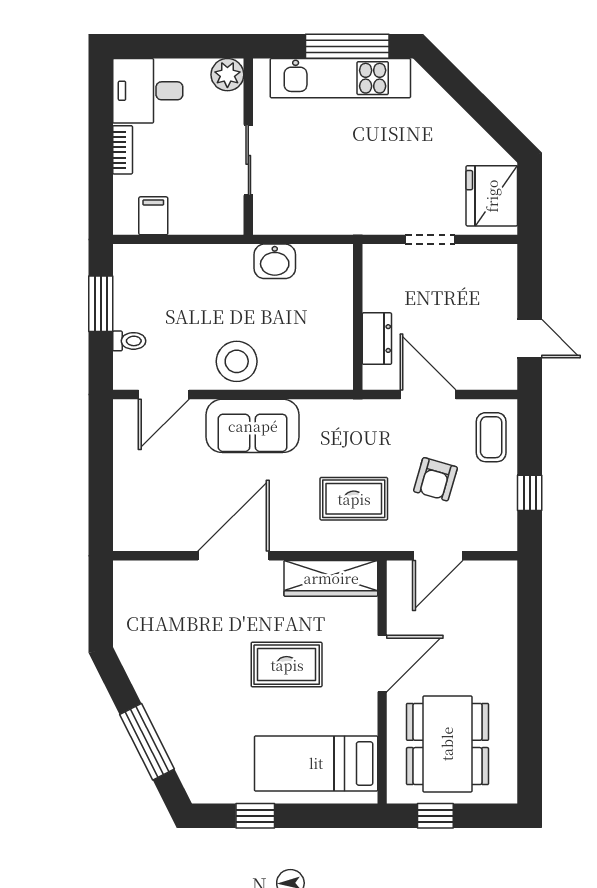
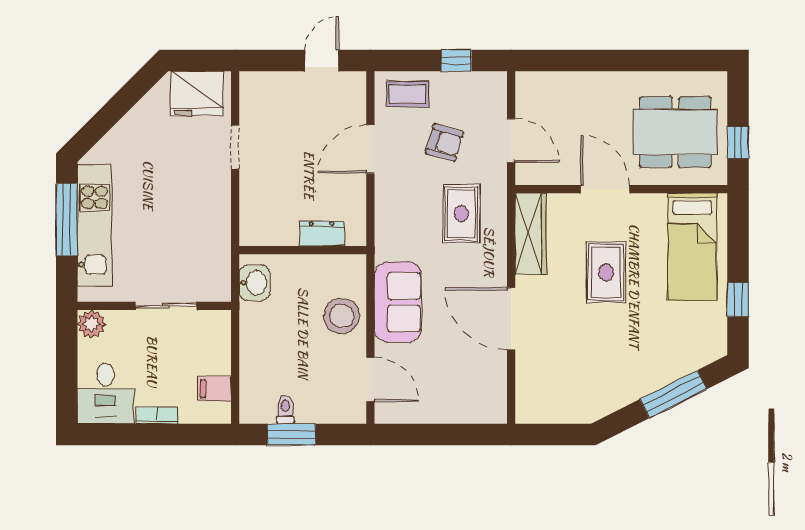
wall: (358, 317) -> (303, 250), moved
dresser: (377, 339) -> (322, 233), moved
toilet: (129, 341) -> (285, 410), moved

